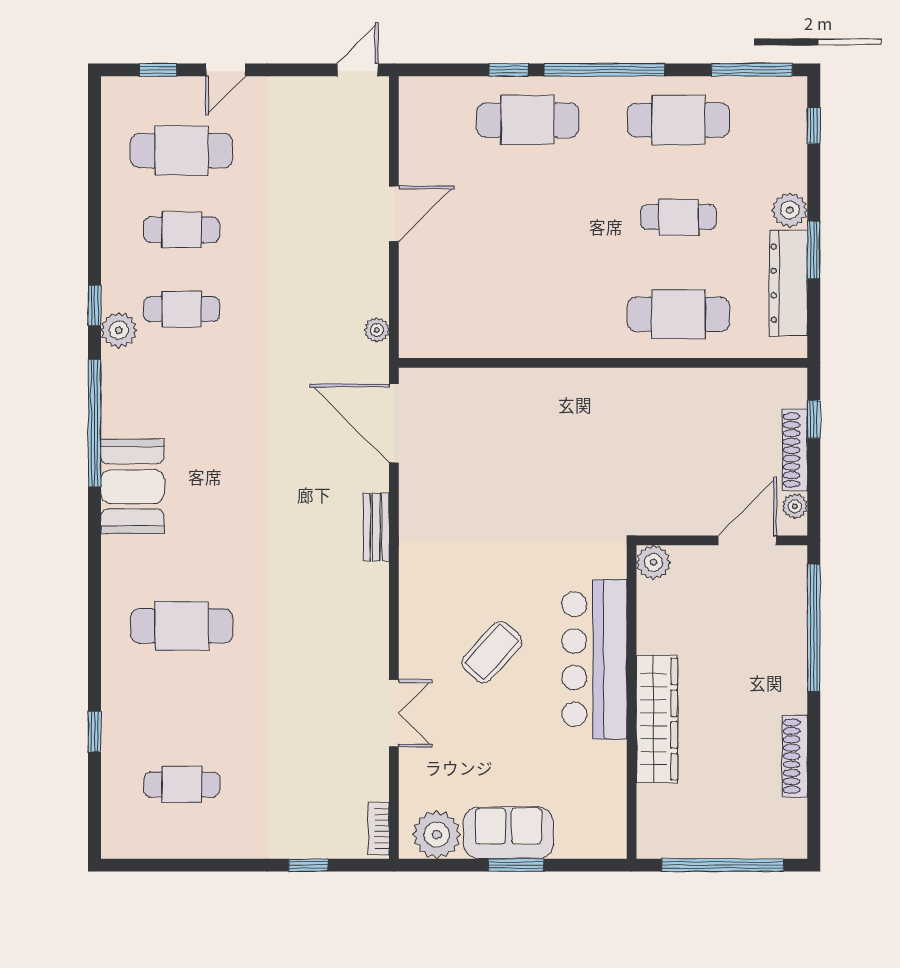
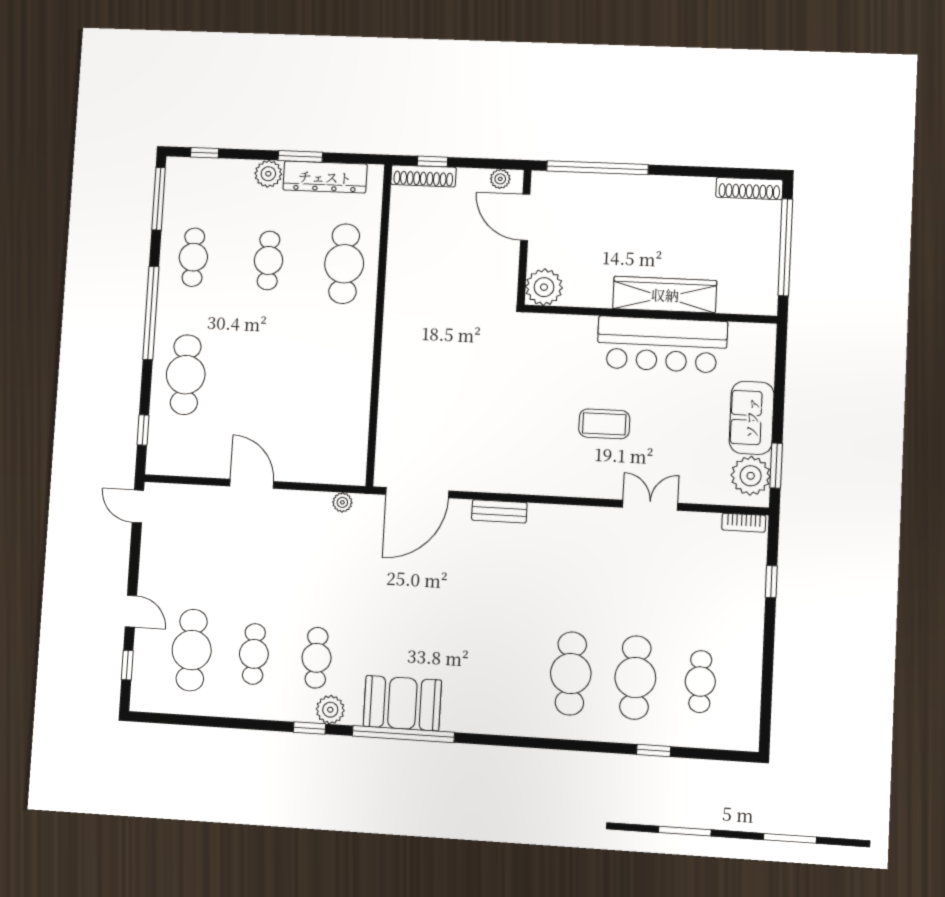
window: (509, 70) -> (143, 430), moved
cafe table: (678, 120) -> (193, 257), width x0.73, depth x0.74
shoe rack: (795, 450) -> (423, 176), moved
booth: (132, 486) -> (402, 703), moved
plant: (653, 562) -> (544, 287), width x1.36, depth x1.36
coffee table: (492, 652) -> (604, 424), turned -42
bar counter: (594, 659) -> (662, 344), moved
cafe table: (182, 705) -> (635, 678), added
shoe rack: (795, 756) -> (749, 189), moved
window: (516, 865) -> (776, 466), moved

